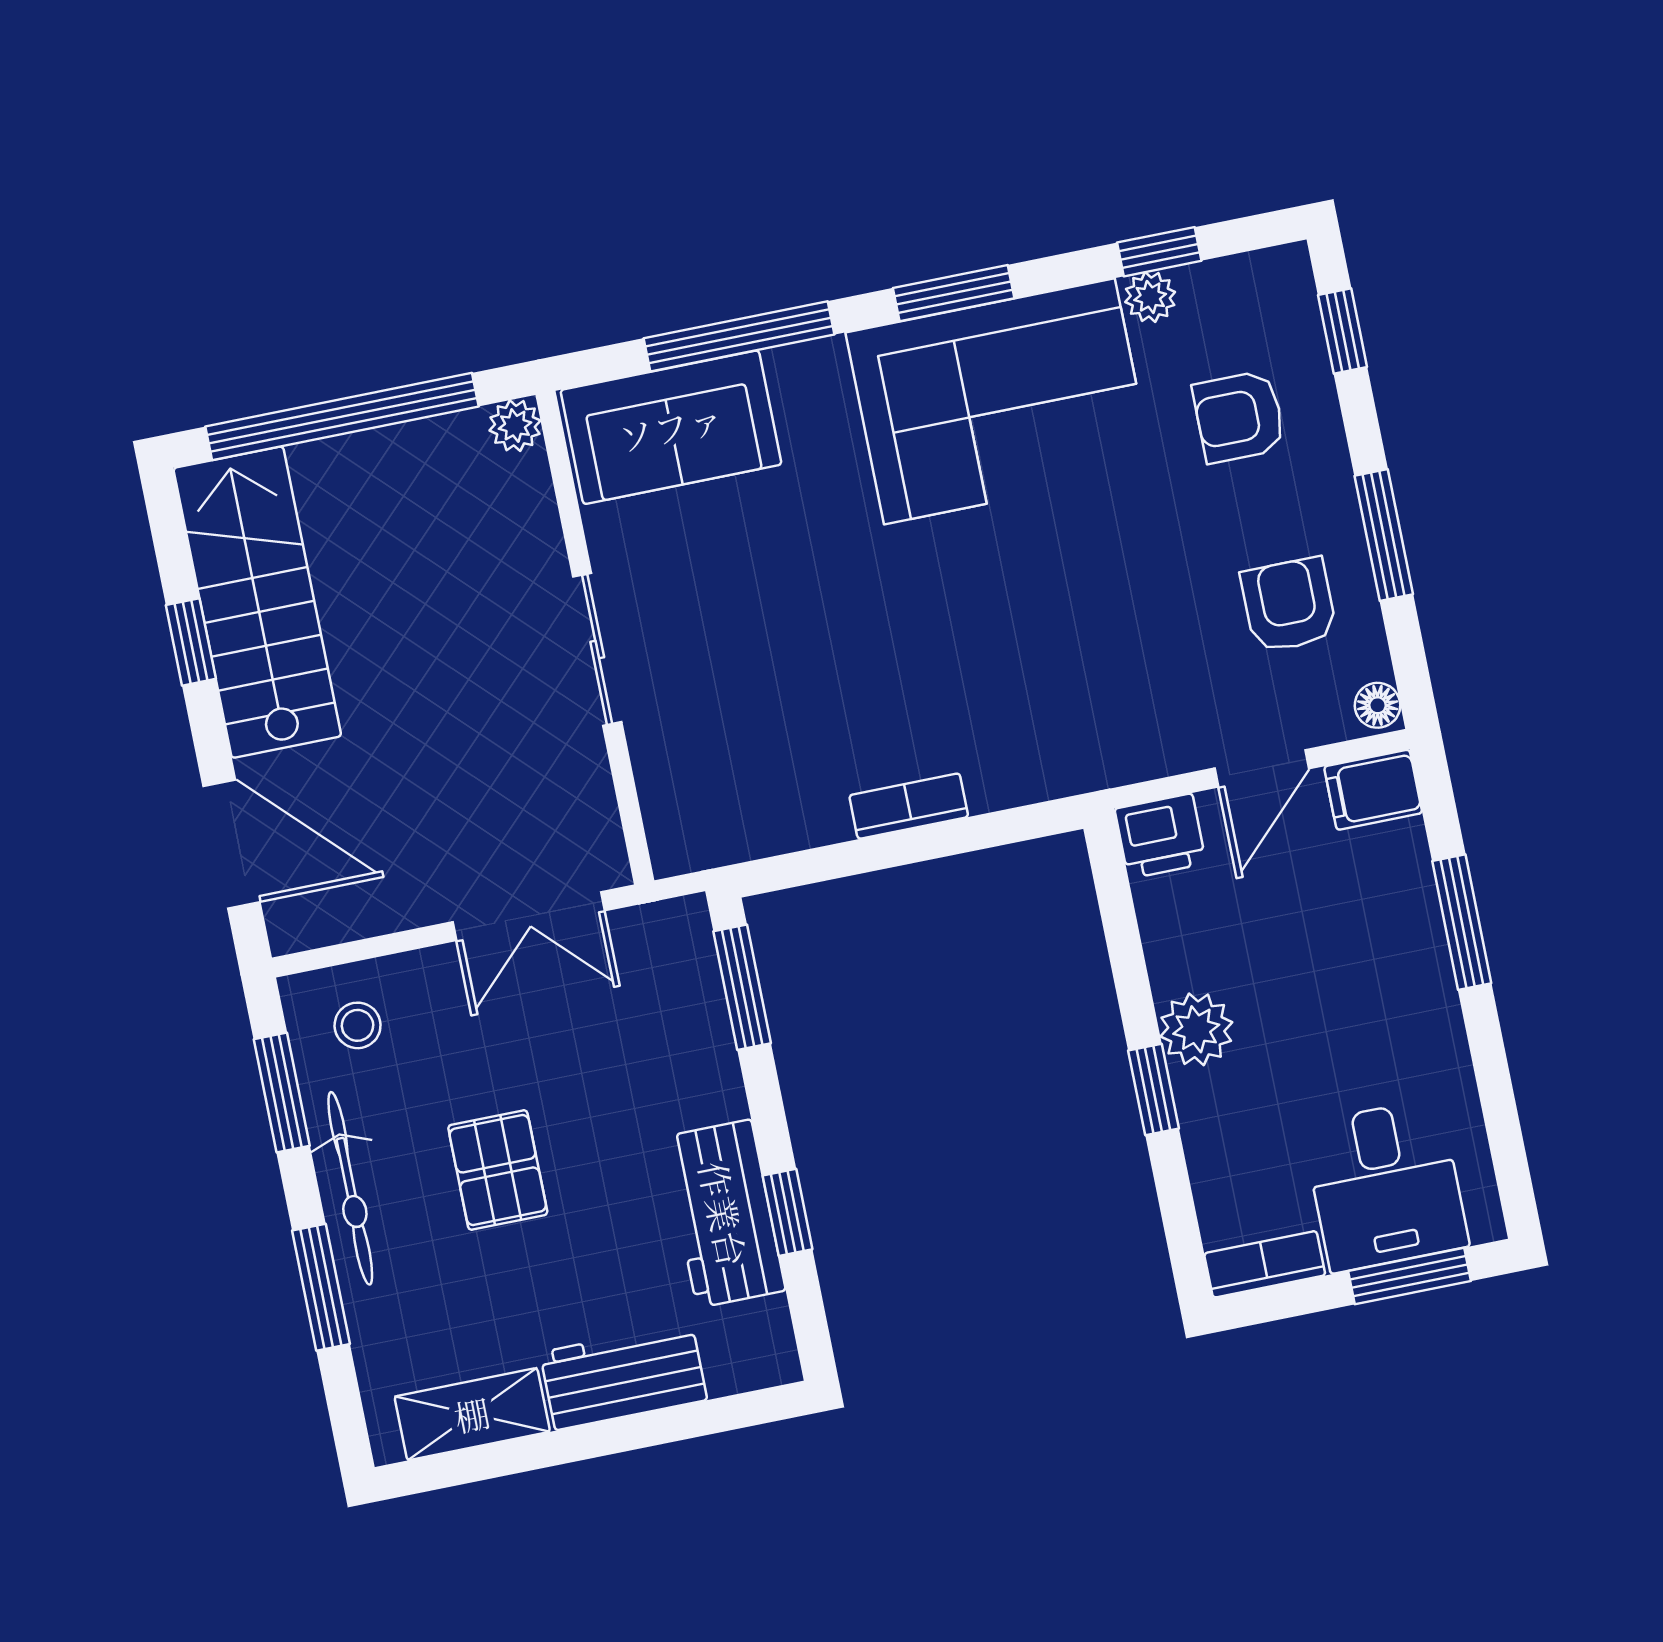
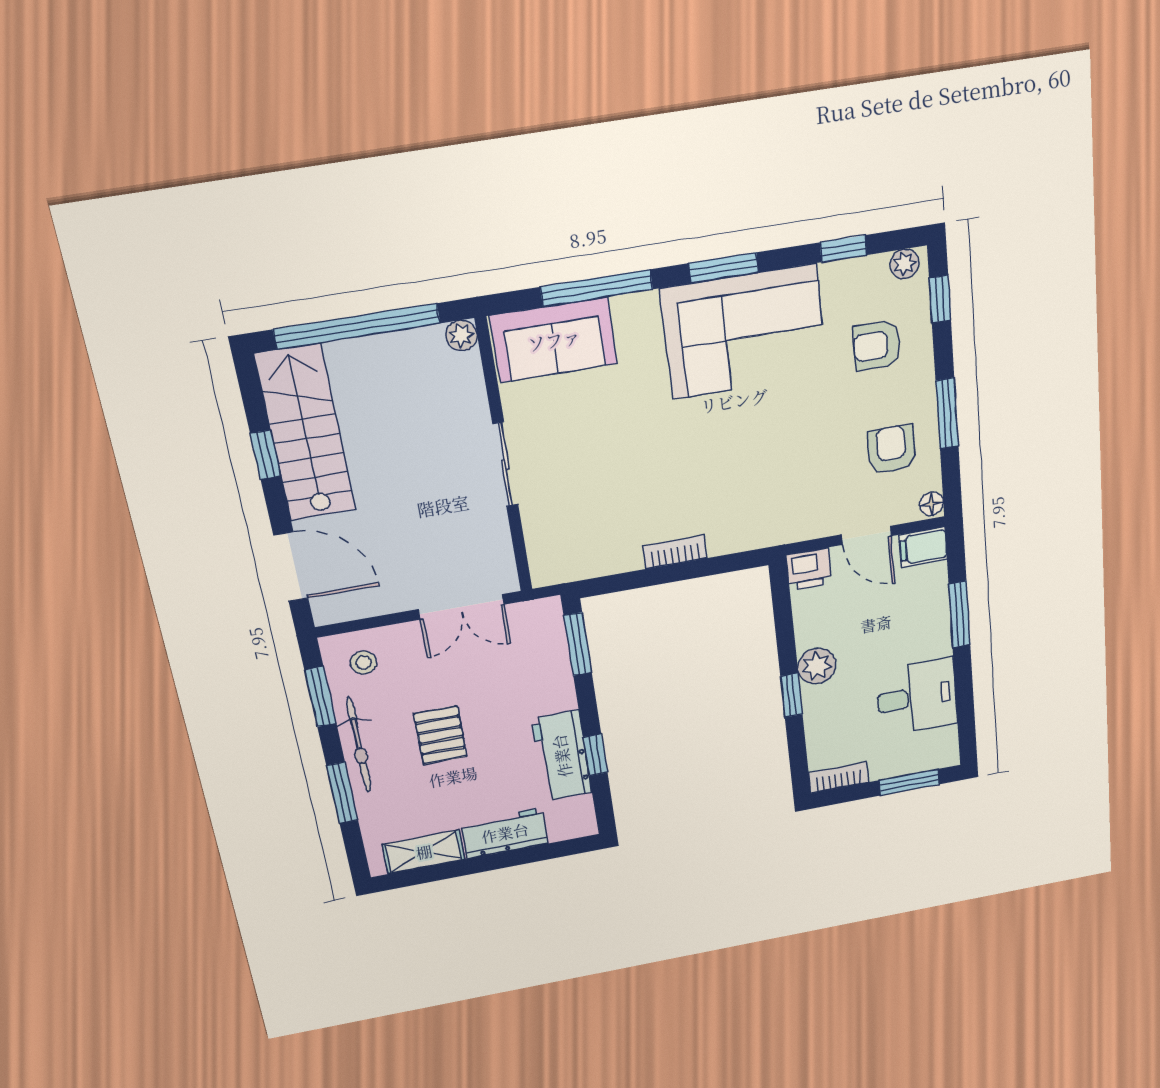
plant: (1150, 297) -> (905, 264), moved
door: (1262, 768) -> (866, 535), hinge flipped
desk: (1385, 1185) -> (917, 697), moved, turned -90

